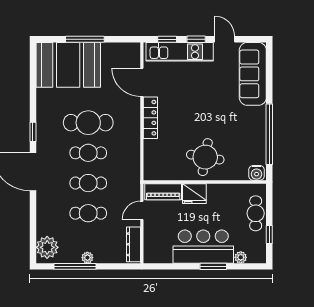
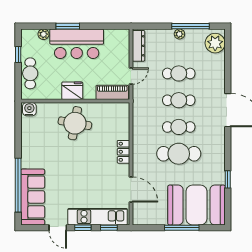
locker: (150, 118) -> (124, 152), width x0.66
window: (33, 132) -> (228, 179), moved
window: (269, 134) -> (18, 185), moved
fridge: (194, 194) -> (72, 91), moved

